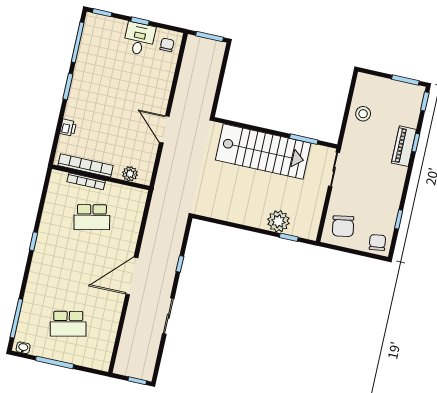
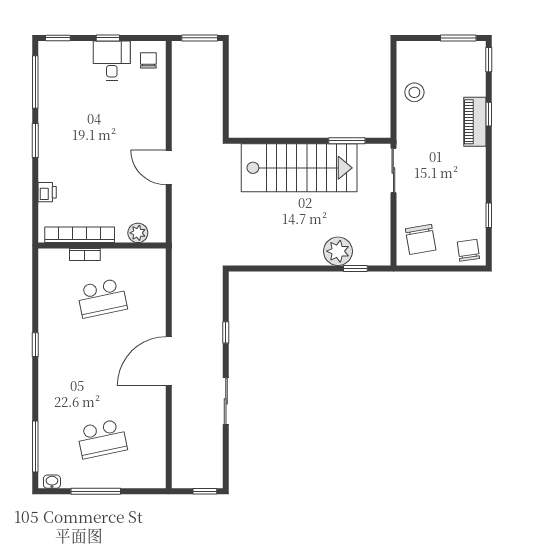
bookcase: (86, 181) -> (85, 255), width x0.64

